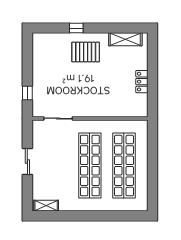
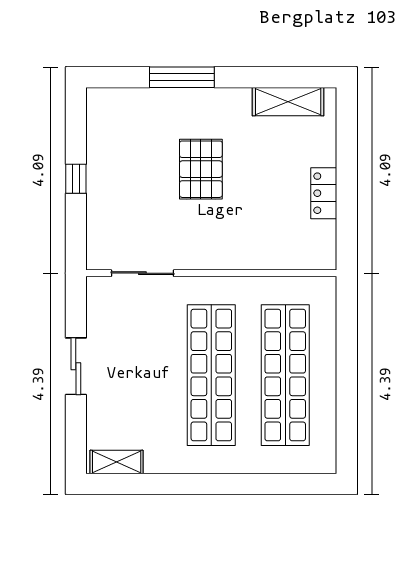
window: (76, 28) -> (182, 77), width x2.17
pallet: (86, 52) -> (201, 169), moved, turned 90
window: (27, 93) -> (76, 179), moved

